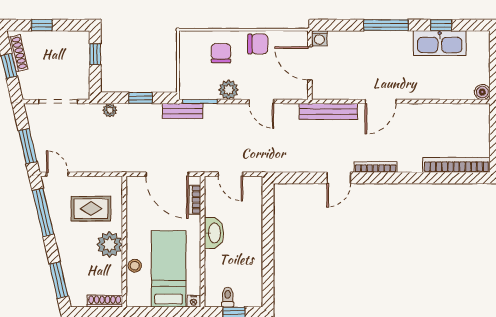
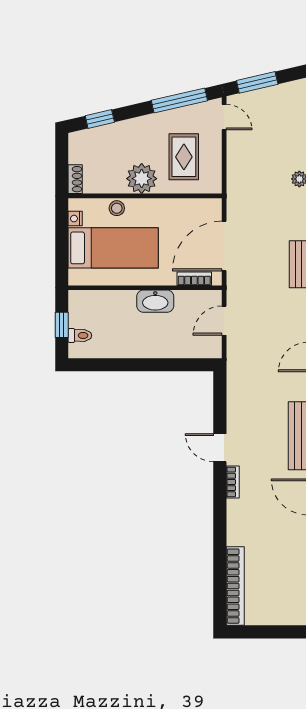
bookcase: (376, 167) -> (233, 482), width x0.64
door: (57, 174) -> (224, 117), hinge flipped
window: (59, 280) -> (100, 119), width x0.67
toilet: (228, 297) -> (80, 335), moved
shoe rack: (105, 301) -> (75, 179), width x0.70
nightstand: (194, 301) -> (75, 219), moved

